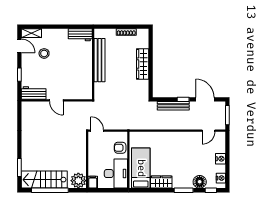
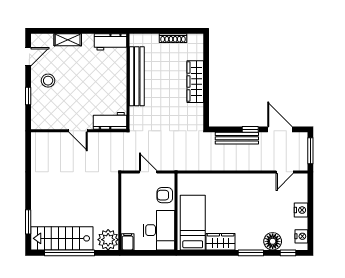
shelving: (31, 33) -> (68, 40), moved
door: (19, 46) -> (28, 57), hinge flipped
stool: (44, 53) -> (48, 81), moved
workbench: (34, 93) -> (110, 121), moved
door: (97, 131) -> (148, 172), moved

